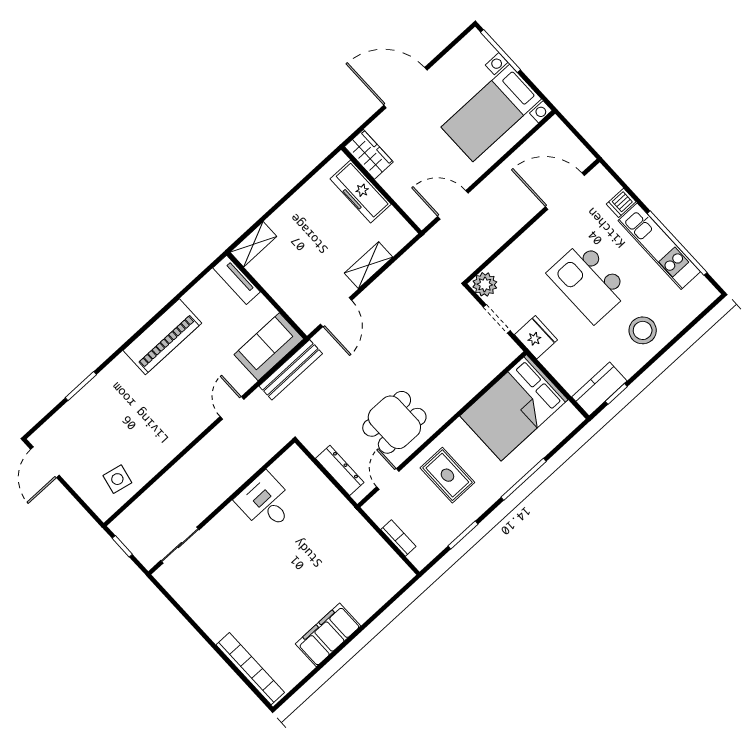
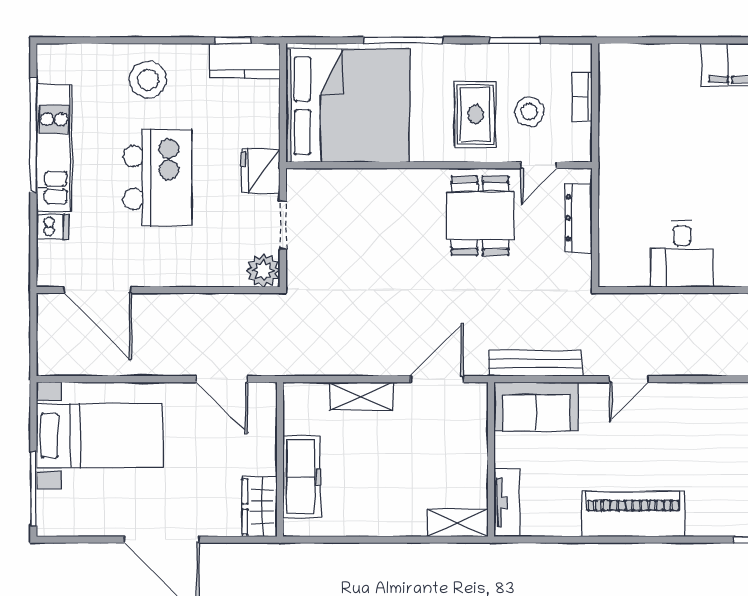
bed: (514, 408) -> (348, 106), width x1.36
dining table: (394, 422) -> (480, 216), turned 90
stool: (420, 503) -> (529, 112), added

